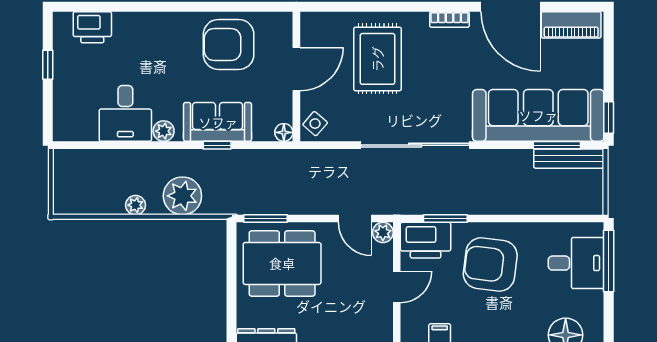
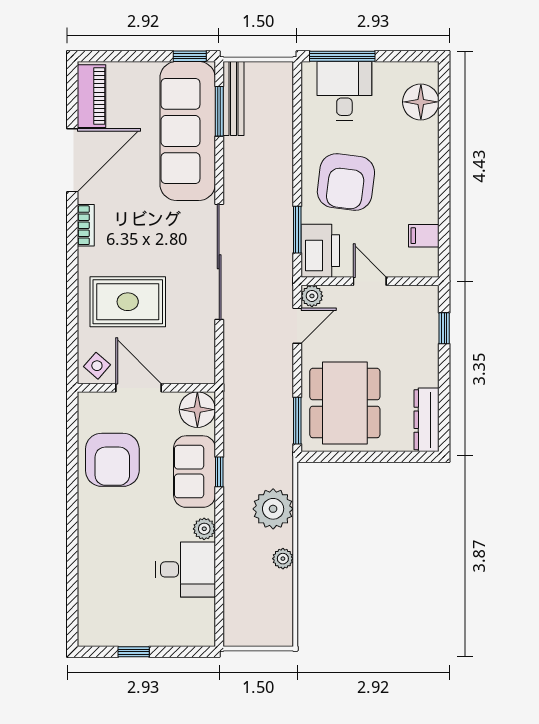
printer: (92, 27) -> (94, 604), removed
side table: (315, 124) -> (97, 366), moved
floor lamp: (284, 132) -> (197, 410), width x1.89, depth x1.89

